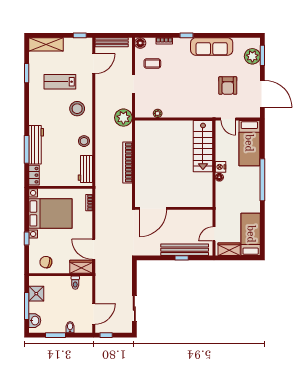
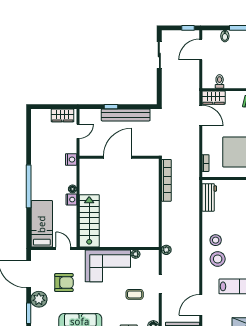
plant: (252, 56) -> (39, 299), moved
coffee table: (152, 64) -> (135, 294), moved
armchair: (228, 86) -> (64, 283), turned 90
corner sofa: (185, 102) -> (108, 266), added
plant: (123, 118) -> (166, 250), width x0.53, depth x0.53
stool: (84, 141) -> (216, 240), moved
bookcase: (127, 162) -> (166, 180), moved
nightstand: (221, 206) -> (71, 160), added
door: (153, 208) -> (117, 157), moved
bed: (251, 234) -> (41, 131), removed
bench: (185, 250) -> (126, 115), moved

